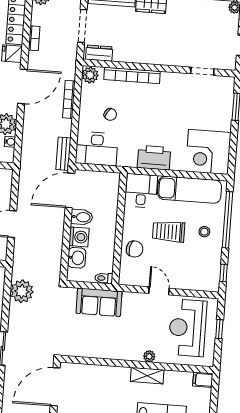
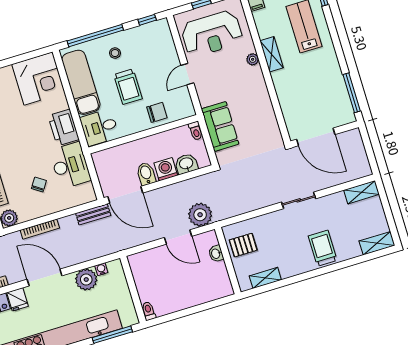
desk: (97, 149) -> (70, 165), moved
chair: (135, 249) -> (157, 112), turned 80
plant: (22, 291) -> (200, 215), moved

